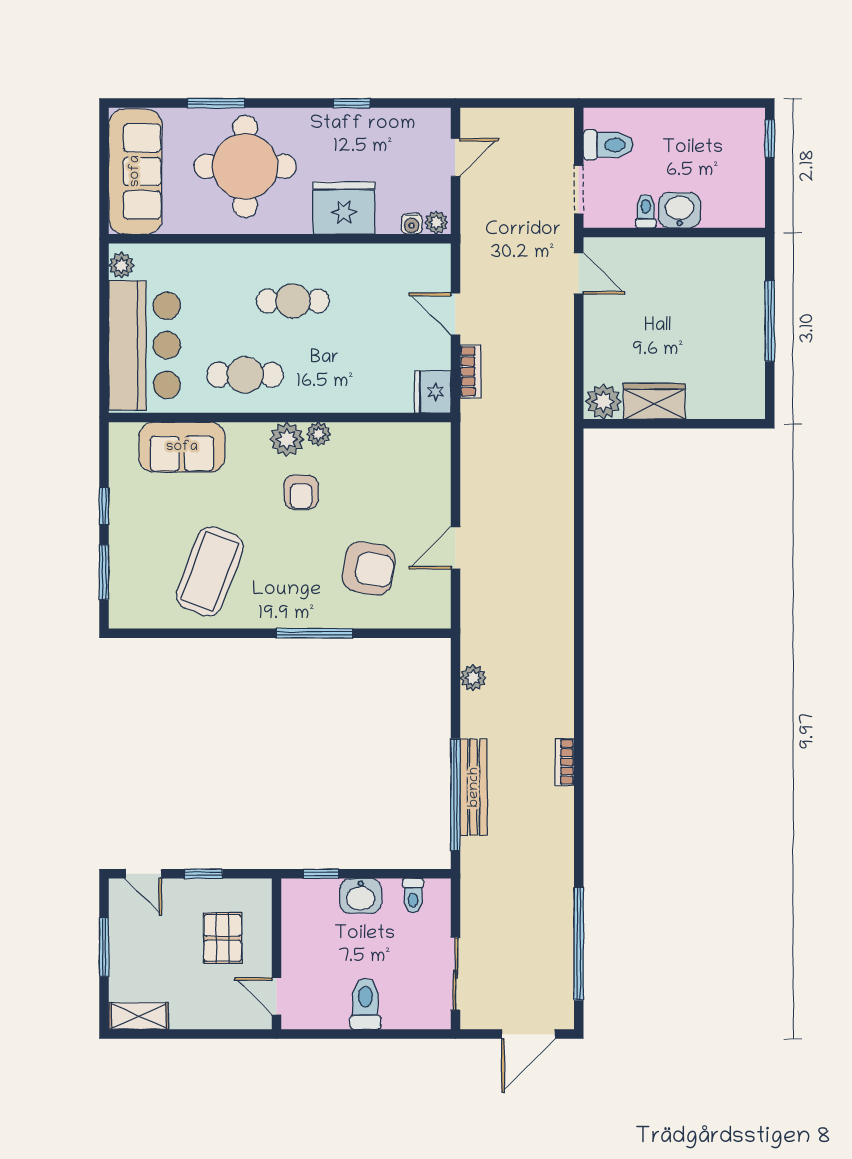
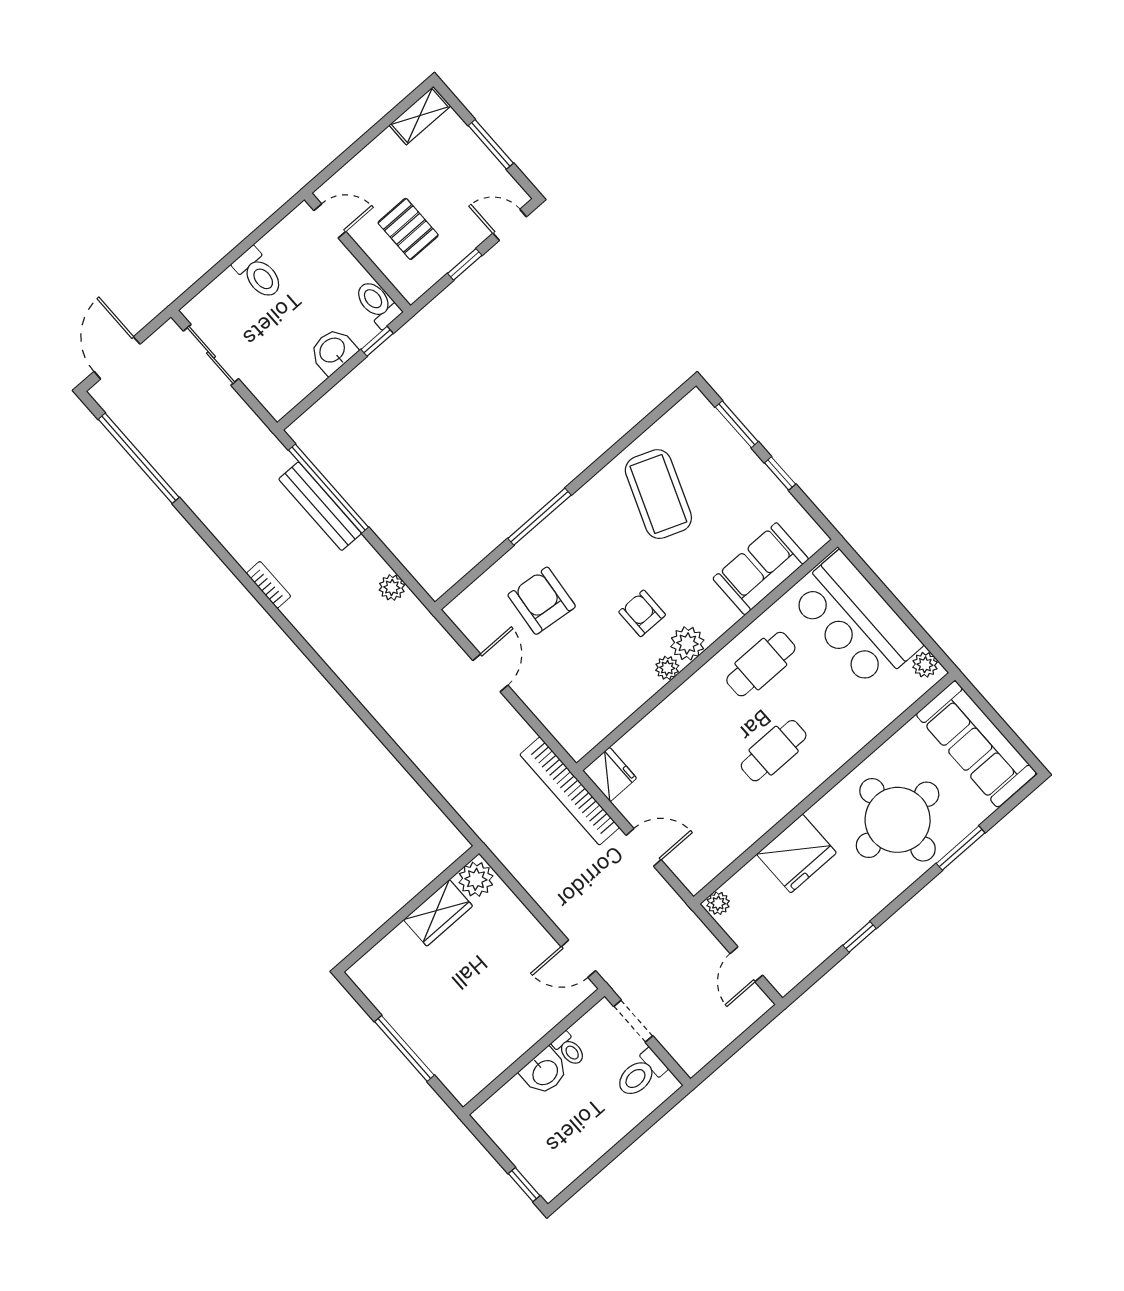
water cooler: (412, 224) -> (736, 886), removed
bookcase: (471, 371) -> (570, 791), width x2.31, depth x1.31
armchair: (369, 568) -> (542, 601), turned 86
toilet: (413, 895) -> (377, 304), moved, width x1.37, depth x1.39

